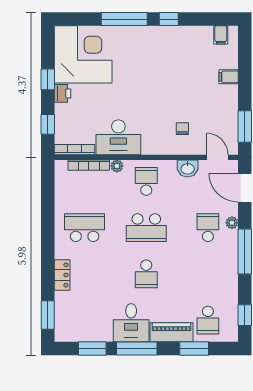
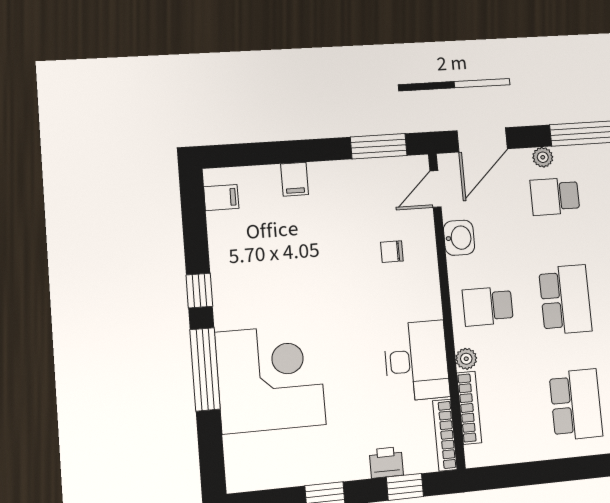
corner desk: (83, 54) -> (270, 378), moved, turned 90
printer: (63, 93) -> (386, 462), moved
school desk: (85, 228) -> (576, 404), turned 180

